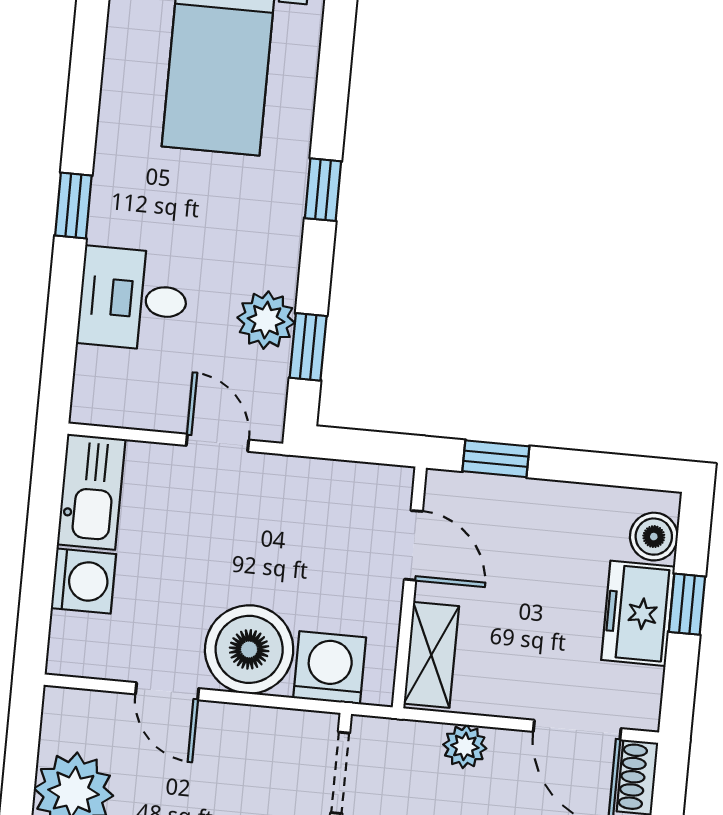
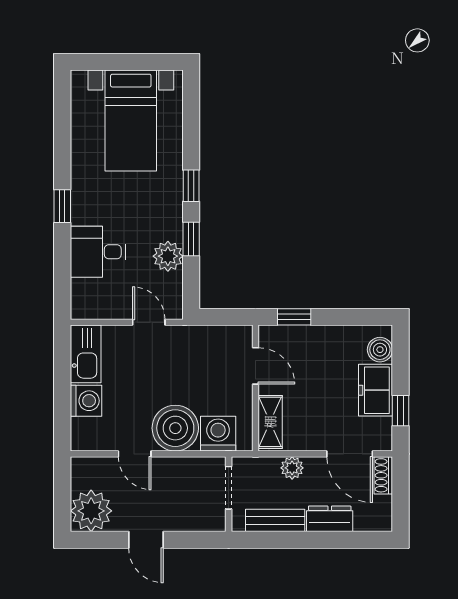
window: (308, 347) -> (191, 239), moved
window: (687, 604) -> (400, 411), moved

